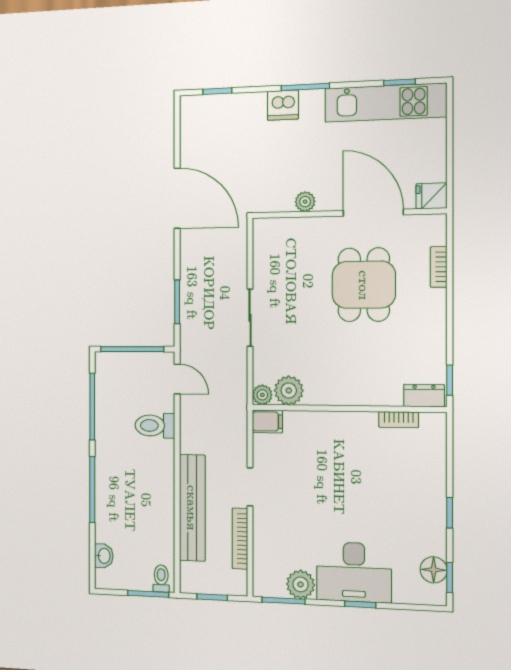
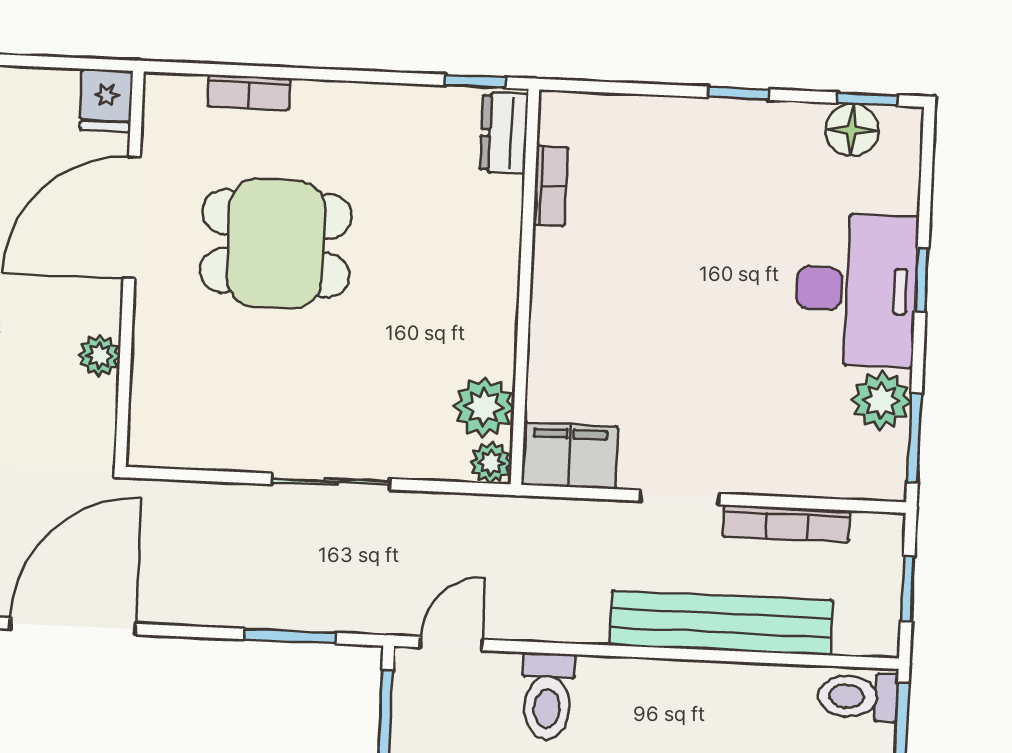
filing cabinet: (267, 421) -> (570, 456), width x2.00
toilet: (161, 578) -> (858, 697), width x1.37, depth x1.39

